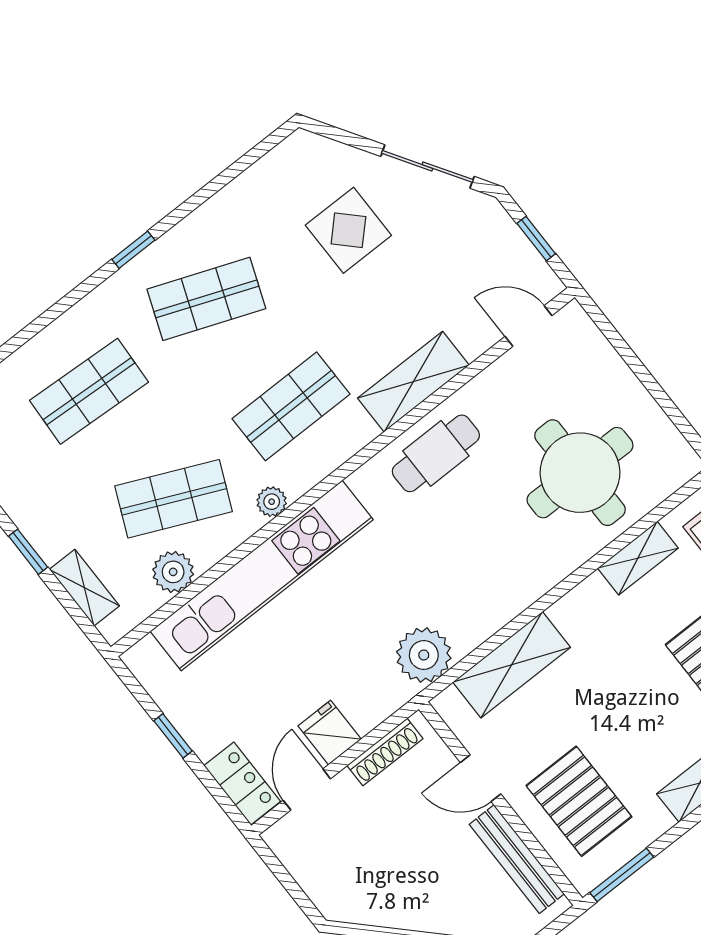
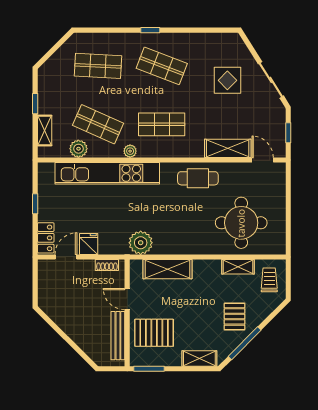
shelving: (413, 382) -> (228, 148), moved
shoe rack: (385, 752) -> (107, 265), width x0.70
pallet: (579, 801) -> (154, 333), turned 90

